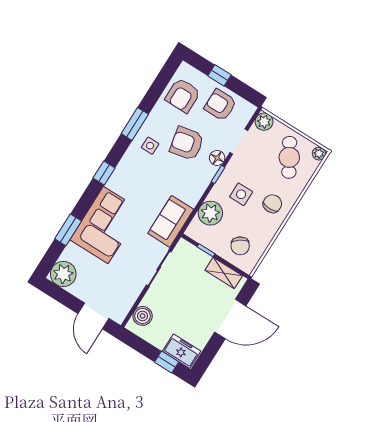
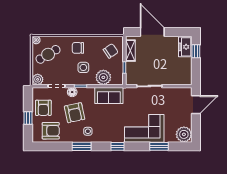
sofa: (171, 221) -> (109, 95), moved
boiler: (143, 316) -> (180, 79), removed

